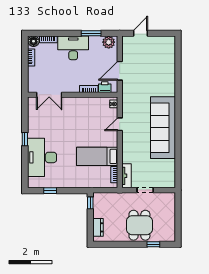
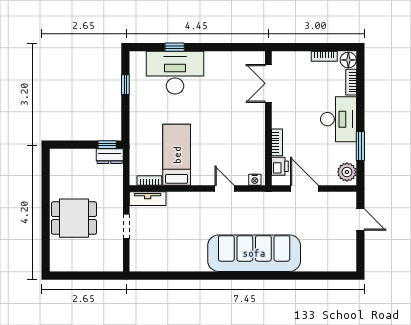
sofa: (163, 128) -> (254, 253), moved
window: (25, 139) -> (175, 47), moved
dresser: (98, 227) -> (110, 156), moved
window: (153, 244) -> (46, 239), removed

